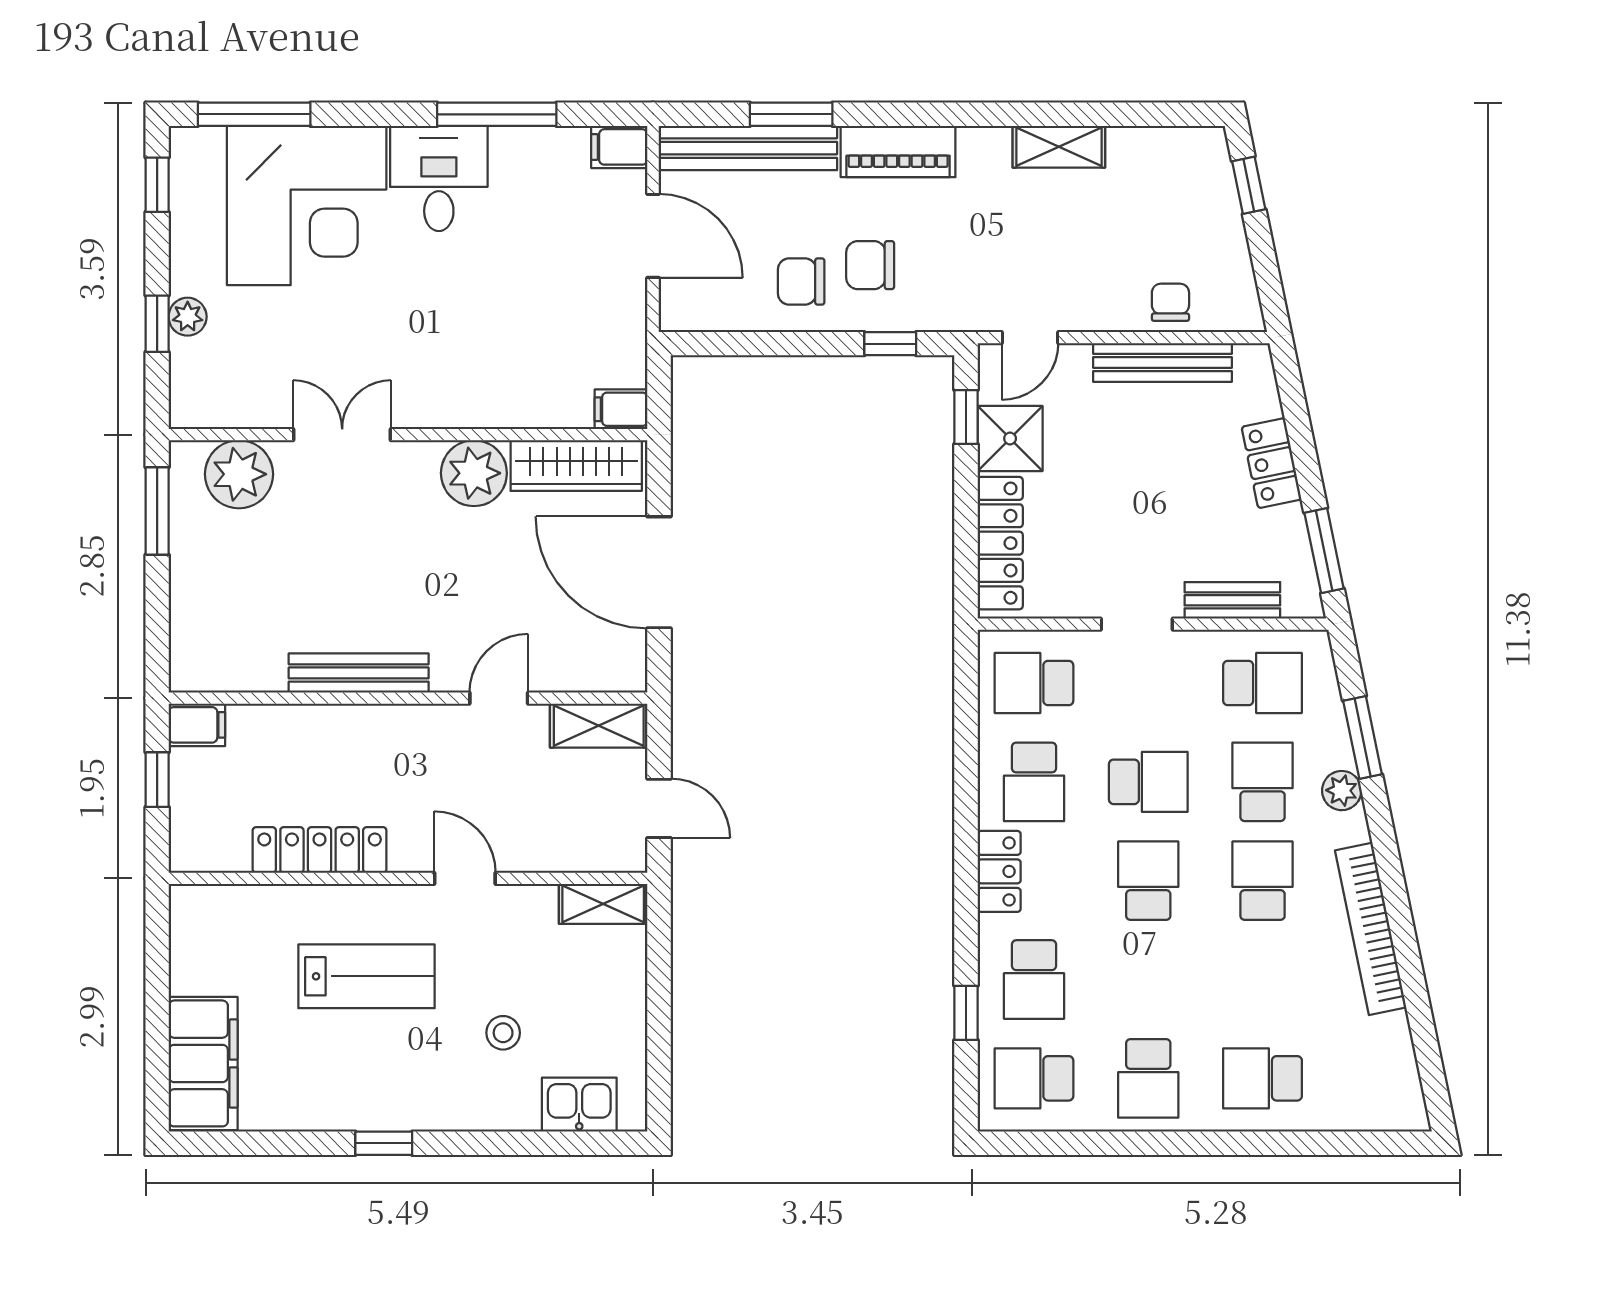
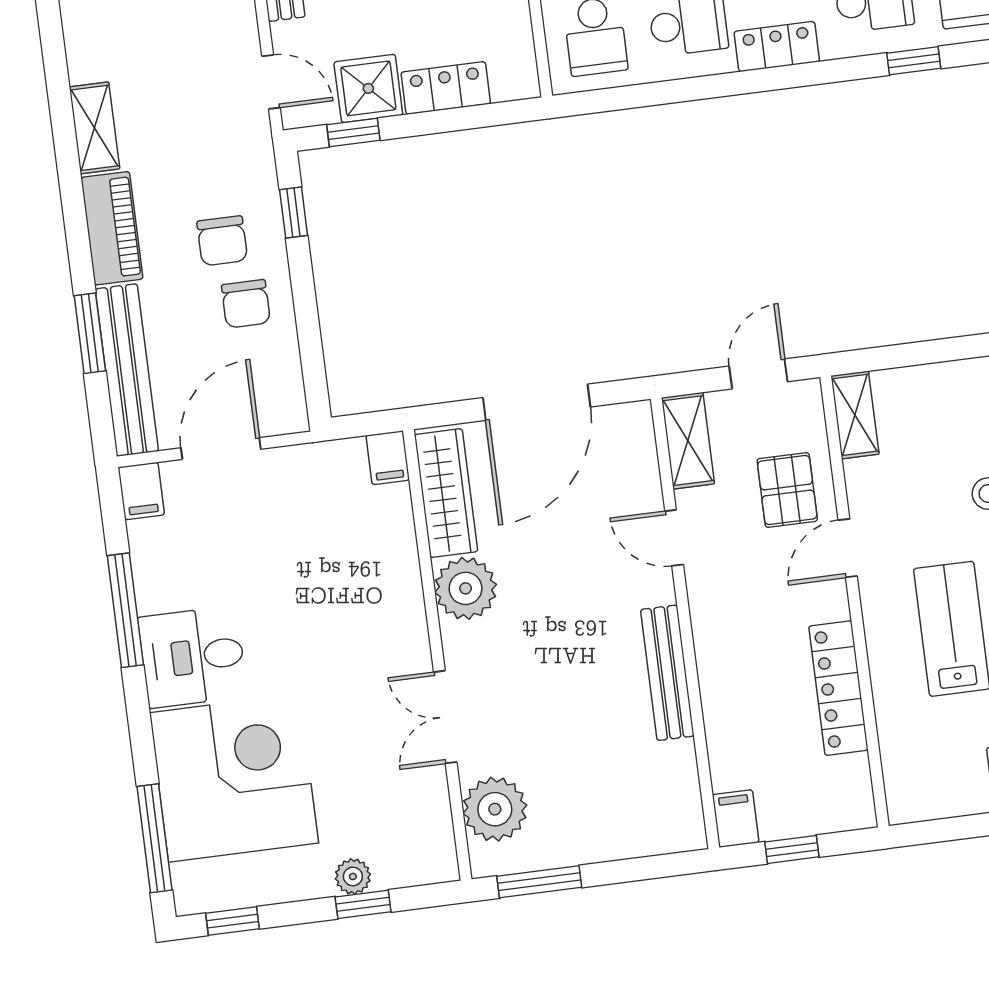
shelving: (1059, 147) -> (94, 128), moved
locker: (1000, 543) -> (446, 88), width x0.66
pallet: (534, 823) -> (787, 490), added

